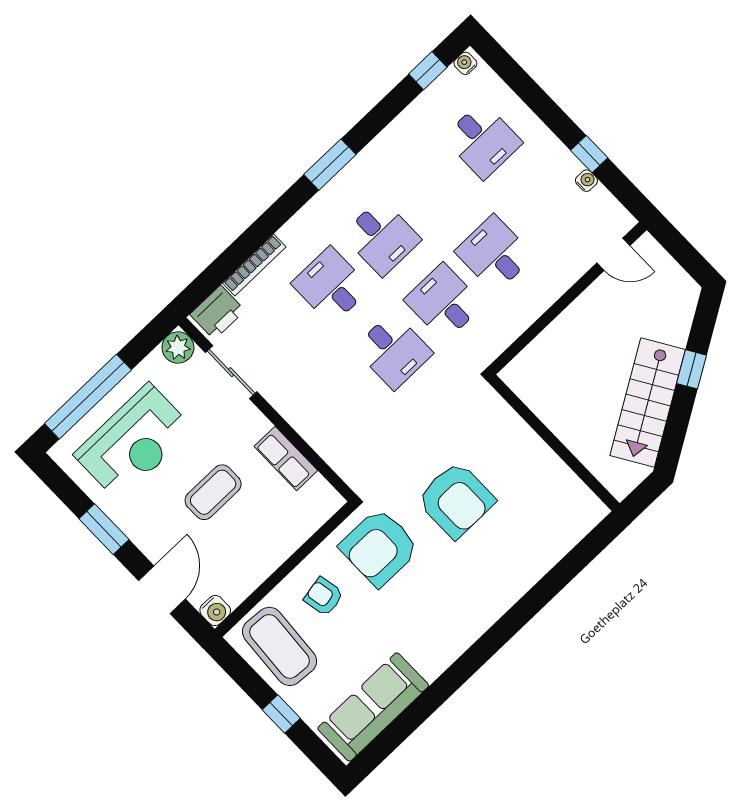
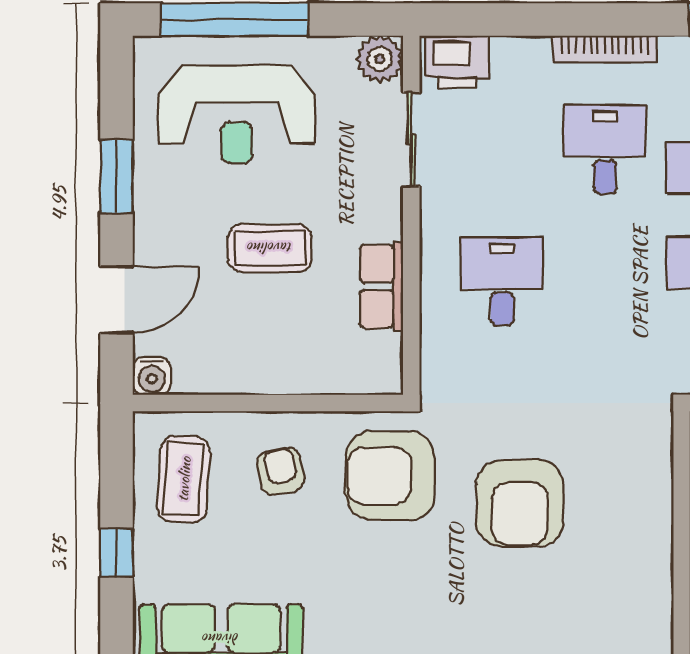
bookcase: (254, 265) -> (605, 49), moved
desk: (393, 351) -> (502, 281), moved, turned 180
coffee table: (280, 646) -> (184, 479), width x0.73, depth x0.76

